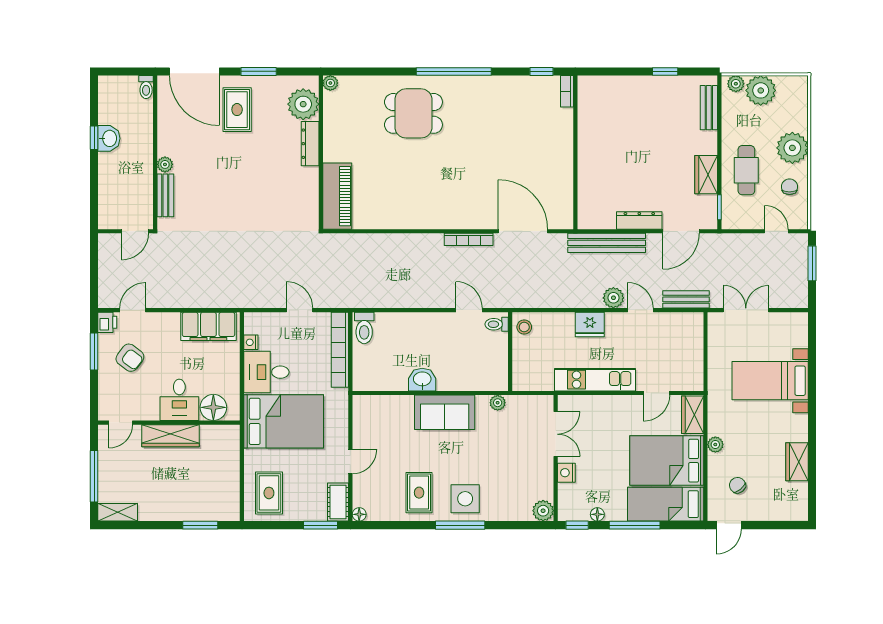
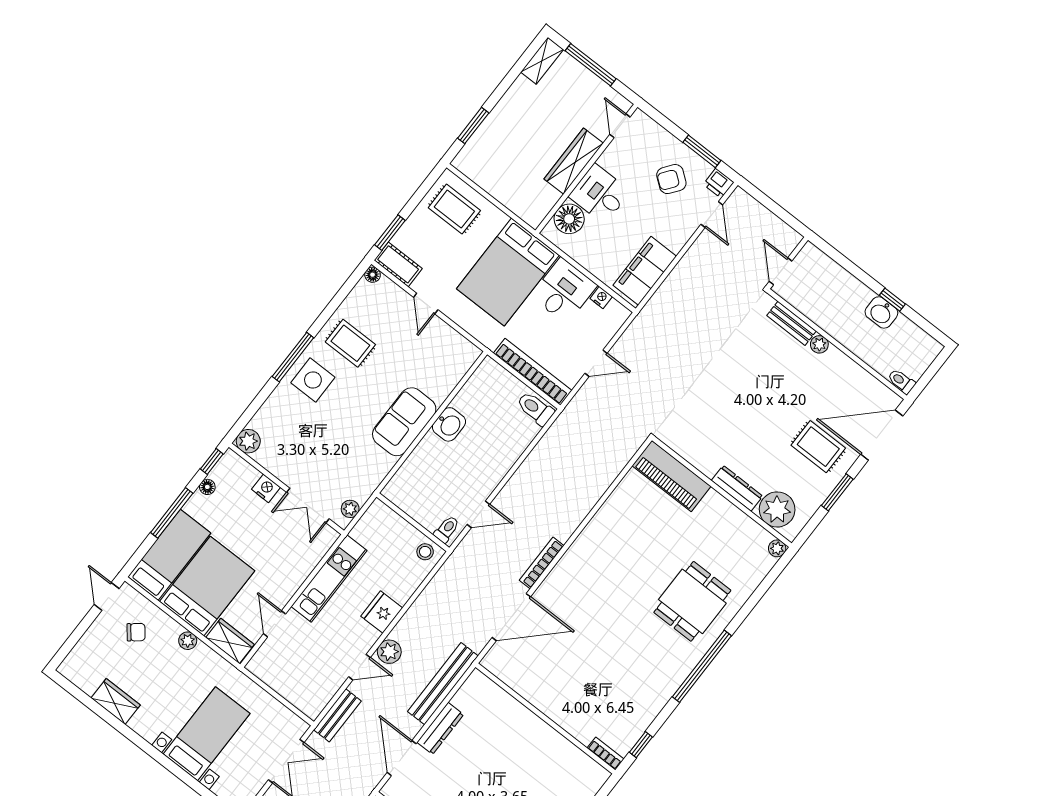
plant: (498, 403) -> (350, 509), moved

